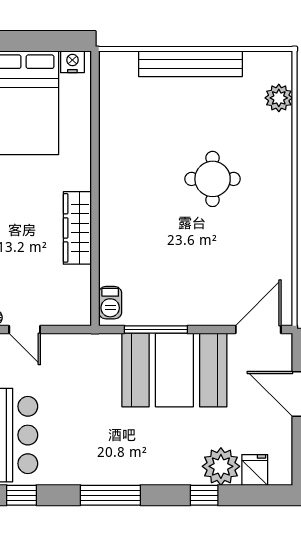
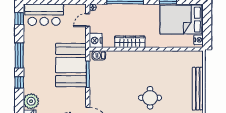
nightstand: (74, 310) -> (96, 40), added
booth: (174, 370) -> (71, 65), moved
window: (204, 495) -> (19, 82), moved

